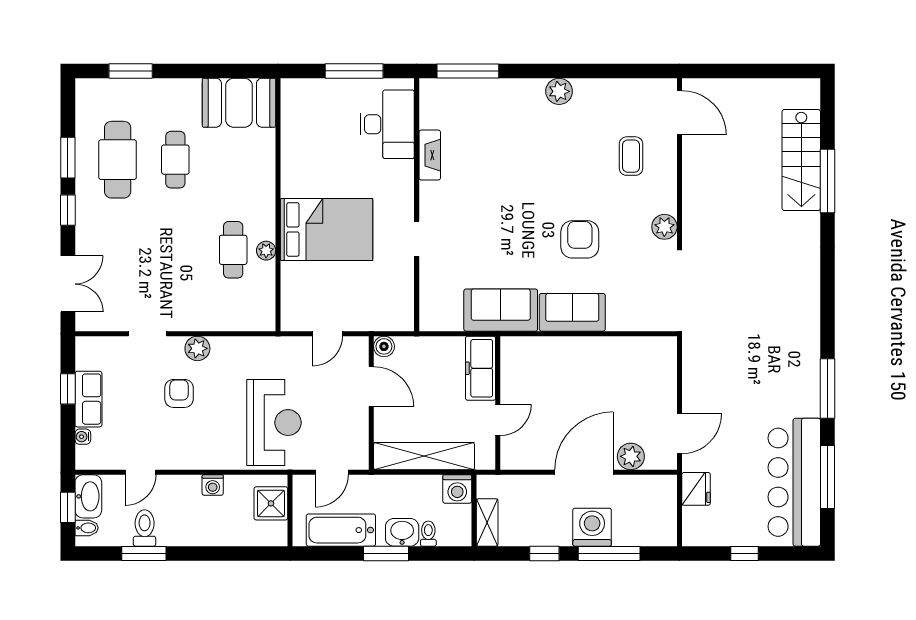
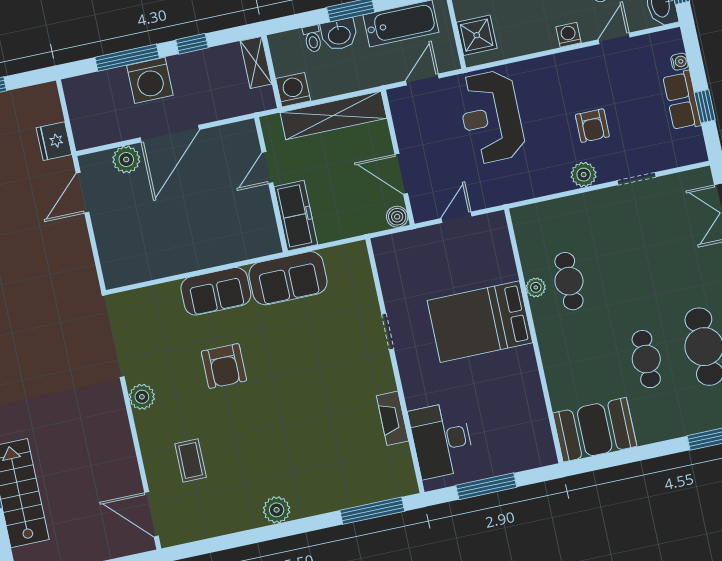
washing machine: (213, 485) -> (568, 35), moved

